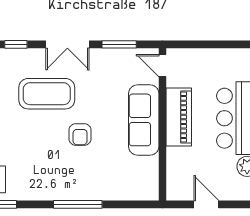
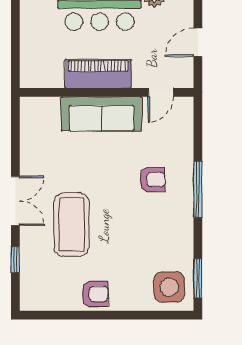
window: (119, 44) -> (15, 142), removed
door: (162, 66) -> (161, 92), moved
armchair: (80, 134) -> (152, 180), moved

